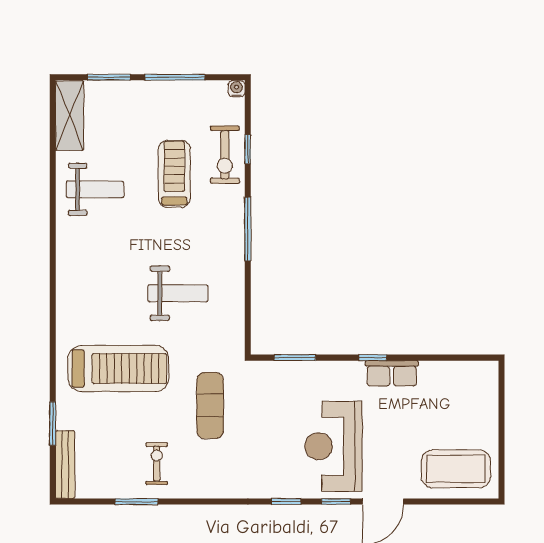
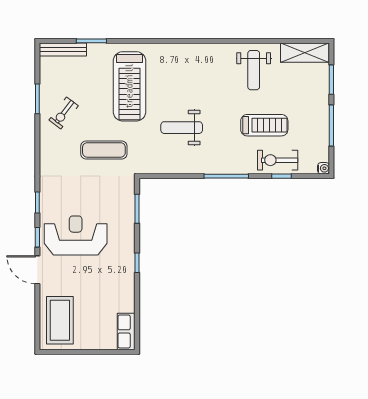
weight bench: (178, 293) -> (182, 128), turned 90
row of seats: (392, 373) -> (126, 331), moved
exercise bike: (157, 464) -> (64, 113), turned 127

